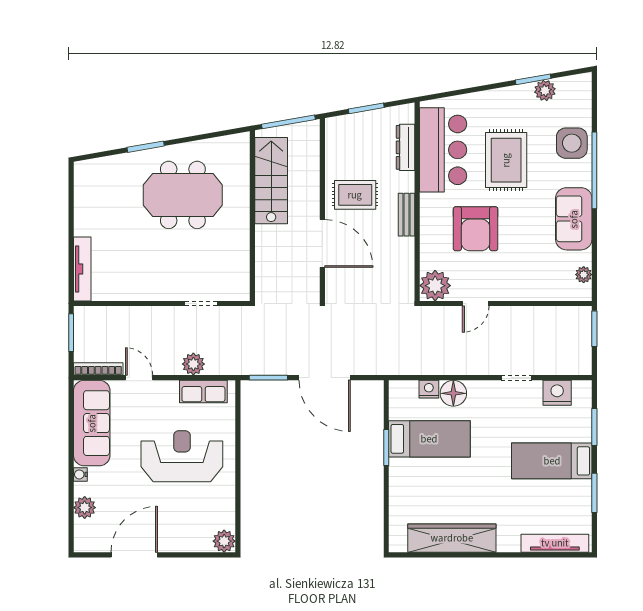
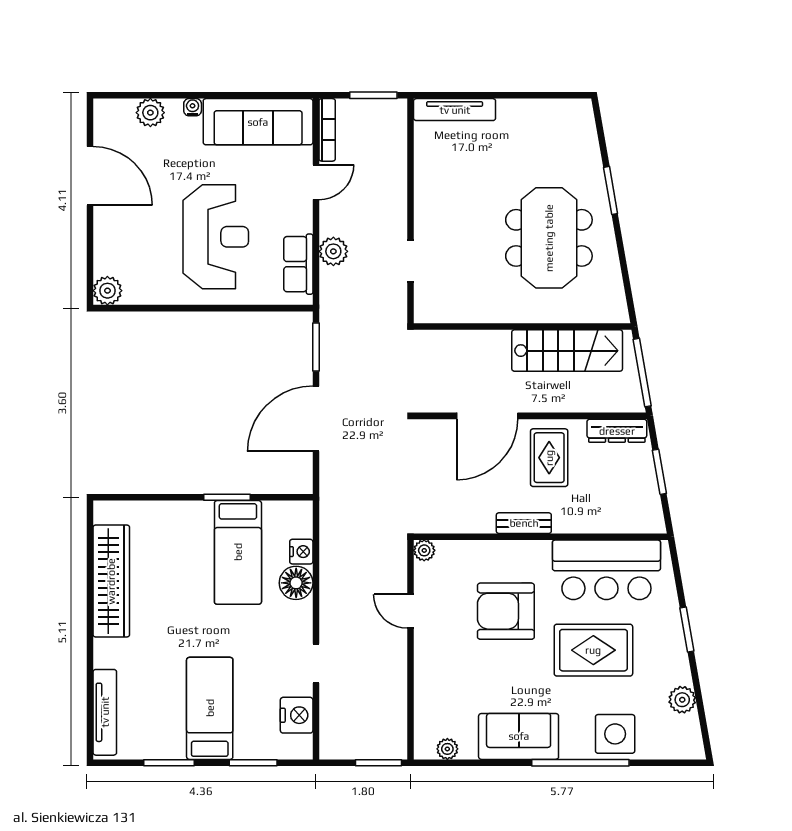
window: (533, 79) -> (687, 630), moved
dresser: (406, 147) -> (617, 431), moved, turned 180
plant: (435, 286) -> (424, 550), width x0.53, depth x0.53

